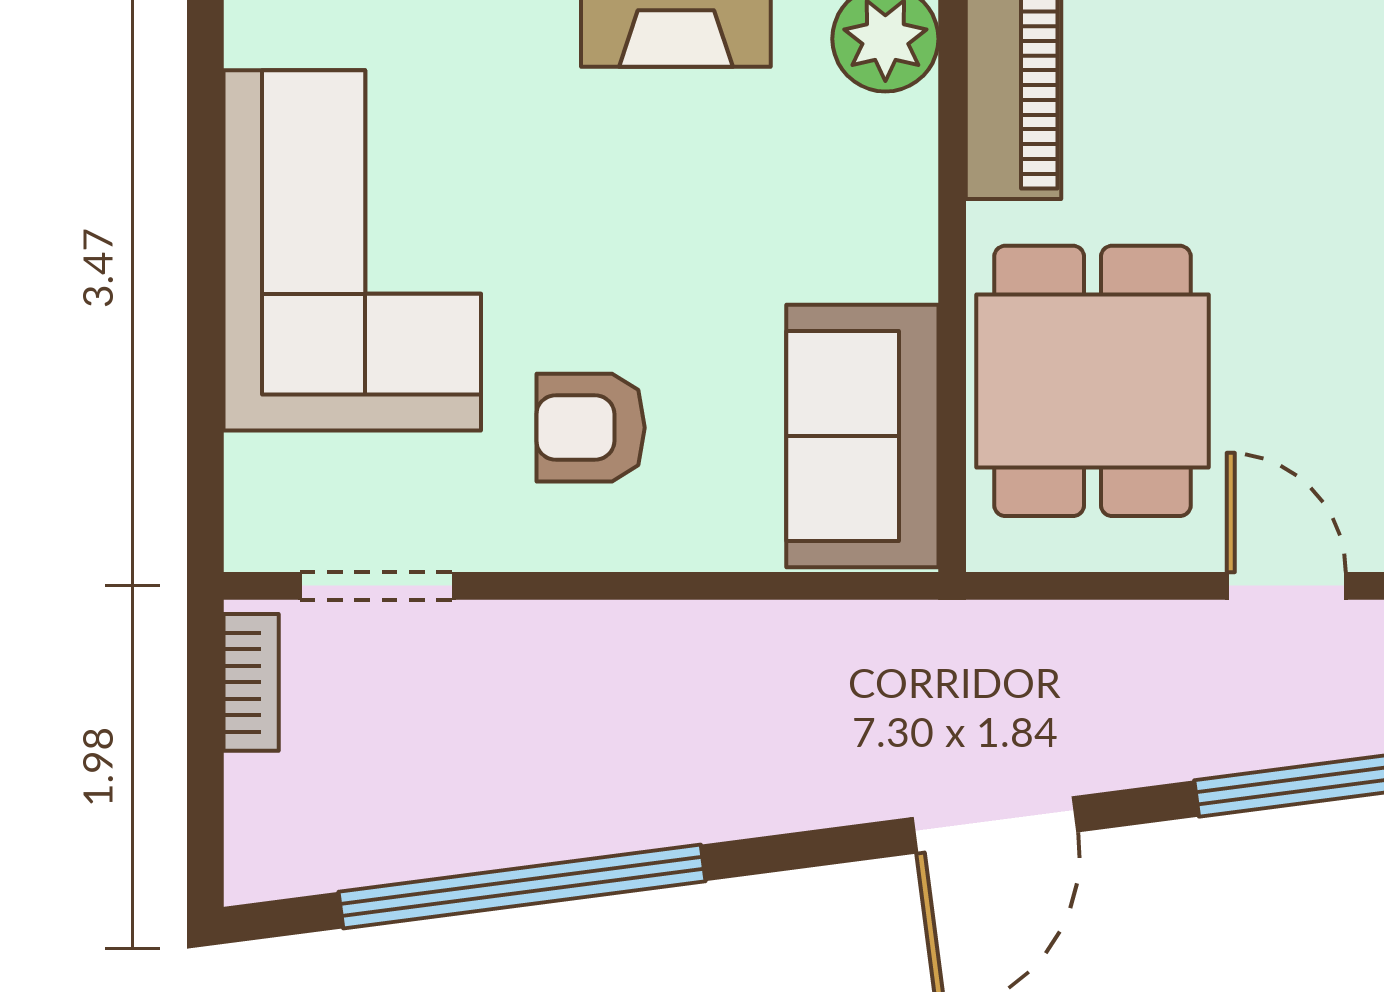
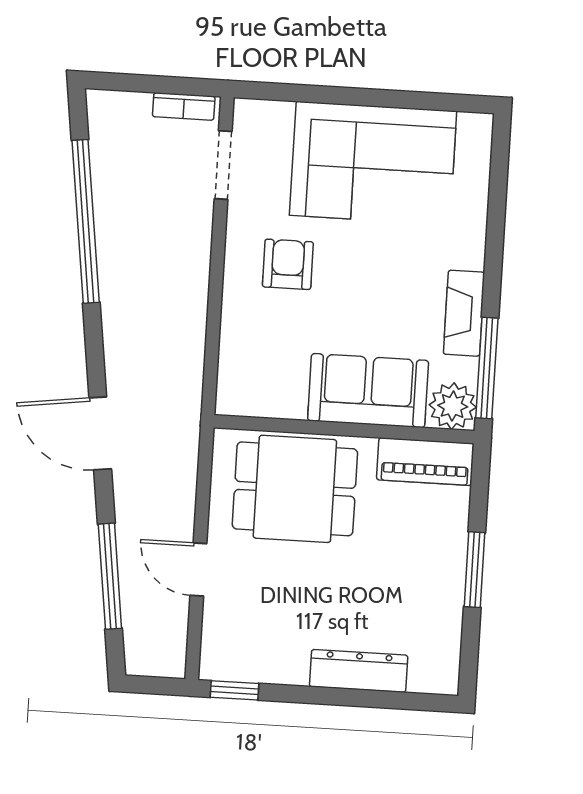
sofa: (862, 436) -> (368, 391), moved
door: (1286, 586) -> (198, 569), swing flipped

